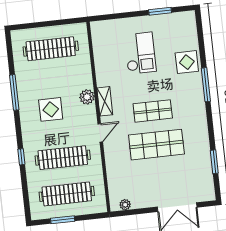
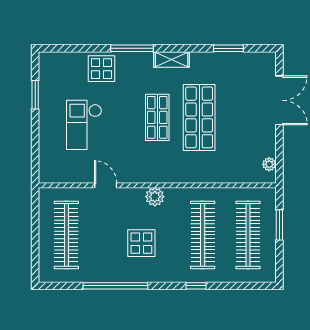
checkout: (140, 53) -> (84, 125), turned -90
window: (14, 92) -> (115, 286), width x1.46
plant: (87, 97) -> (155, 197), moved
shelving: (105, 101) -> (172, 60), moved
door: (100, 133) -> (106, 185), moved
window: (63, 220) -> (279, 225), moved

